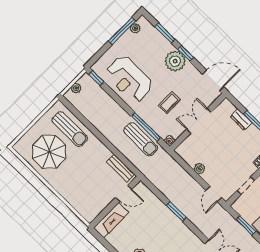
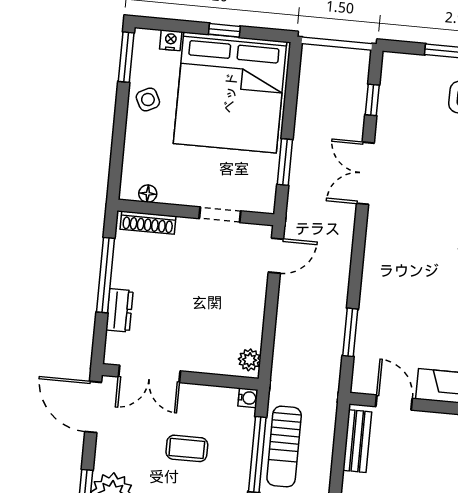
double door: (199, 121) -> (149, 374), moved
sun lounger: (141, 139) -> (284, 446), turned 180
plant: (199, 169) -> (250, 360), moved
window: (176, 211) -> (350, 332), moved

